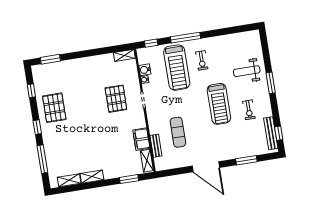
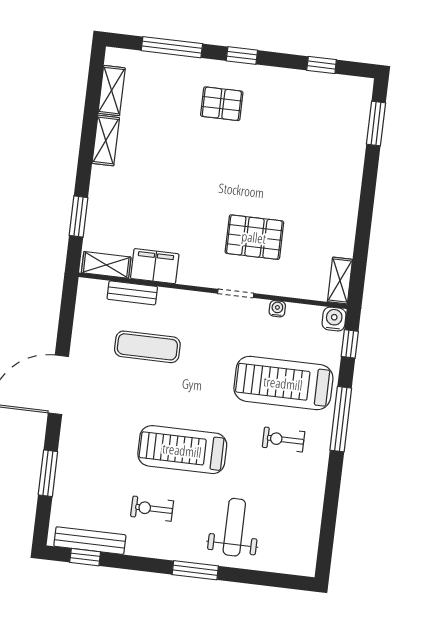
water cooler: (145, 70) -> (334, 319), moved
pallet: (54, 108) -> (222, 104), moved, width x0.67, depth x0.71

